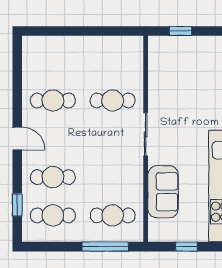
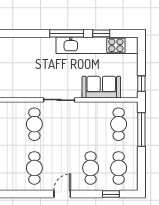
window: (186, 247) -> (141, 84), moved

